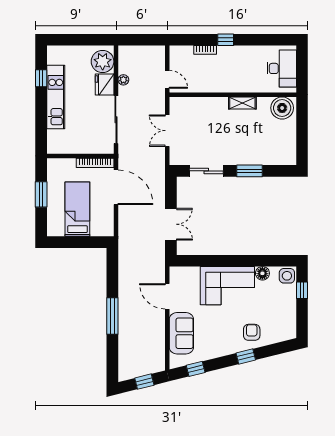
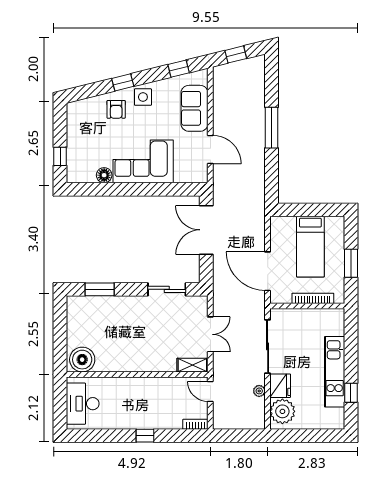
bookcase: (205, 50) -> (195, 424), moved
shelving: (242, 103) -> (192, 365), moved
bookcase: (95, 163) -> (313, 298), moved
window: (249, 171) -> (100, 289), moved
double door: (171, 224) -> (206, 230), width x1.37
side table: (287, 276) -> (143, 97), moved

